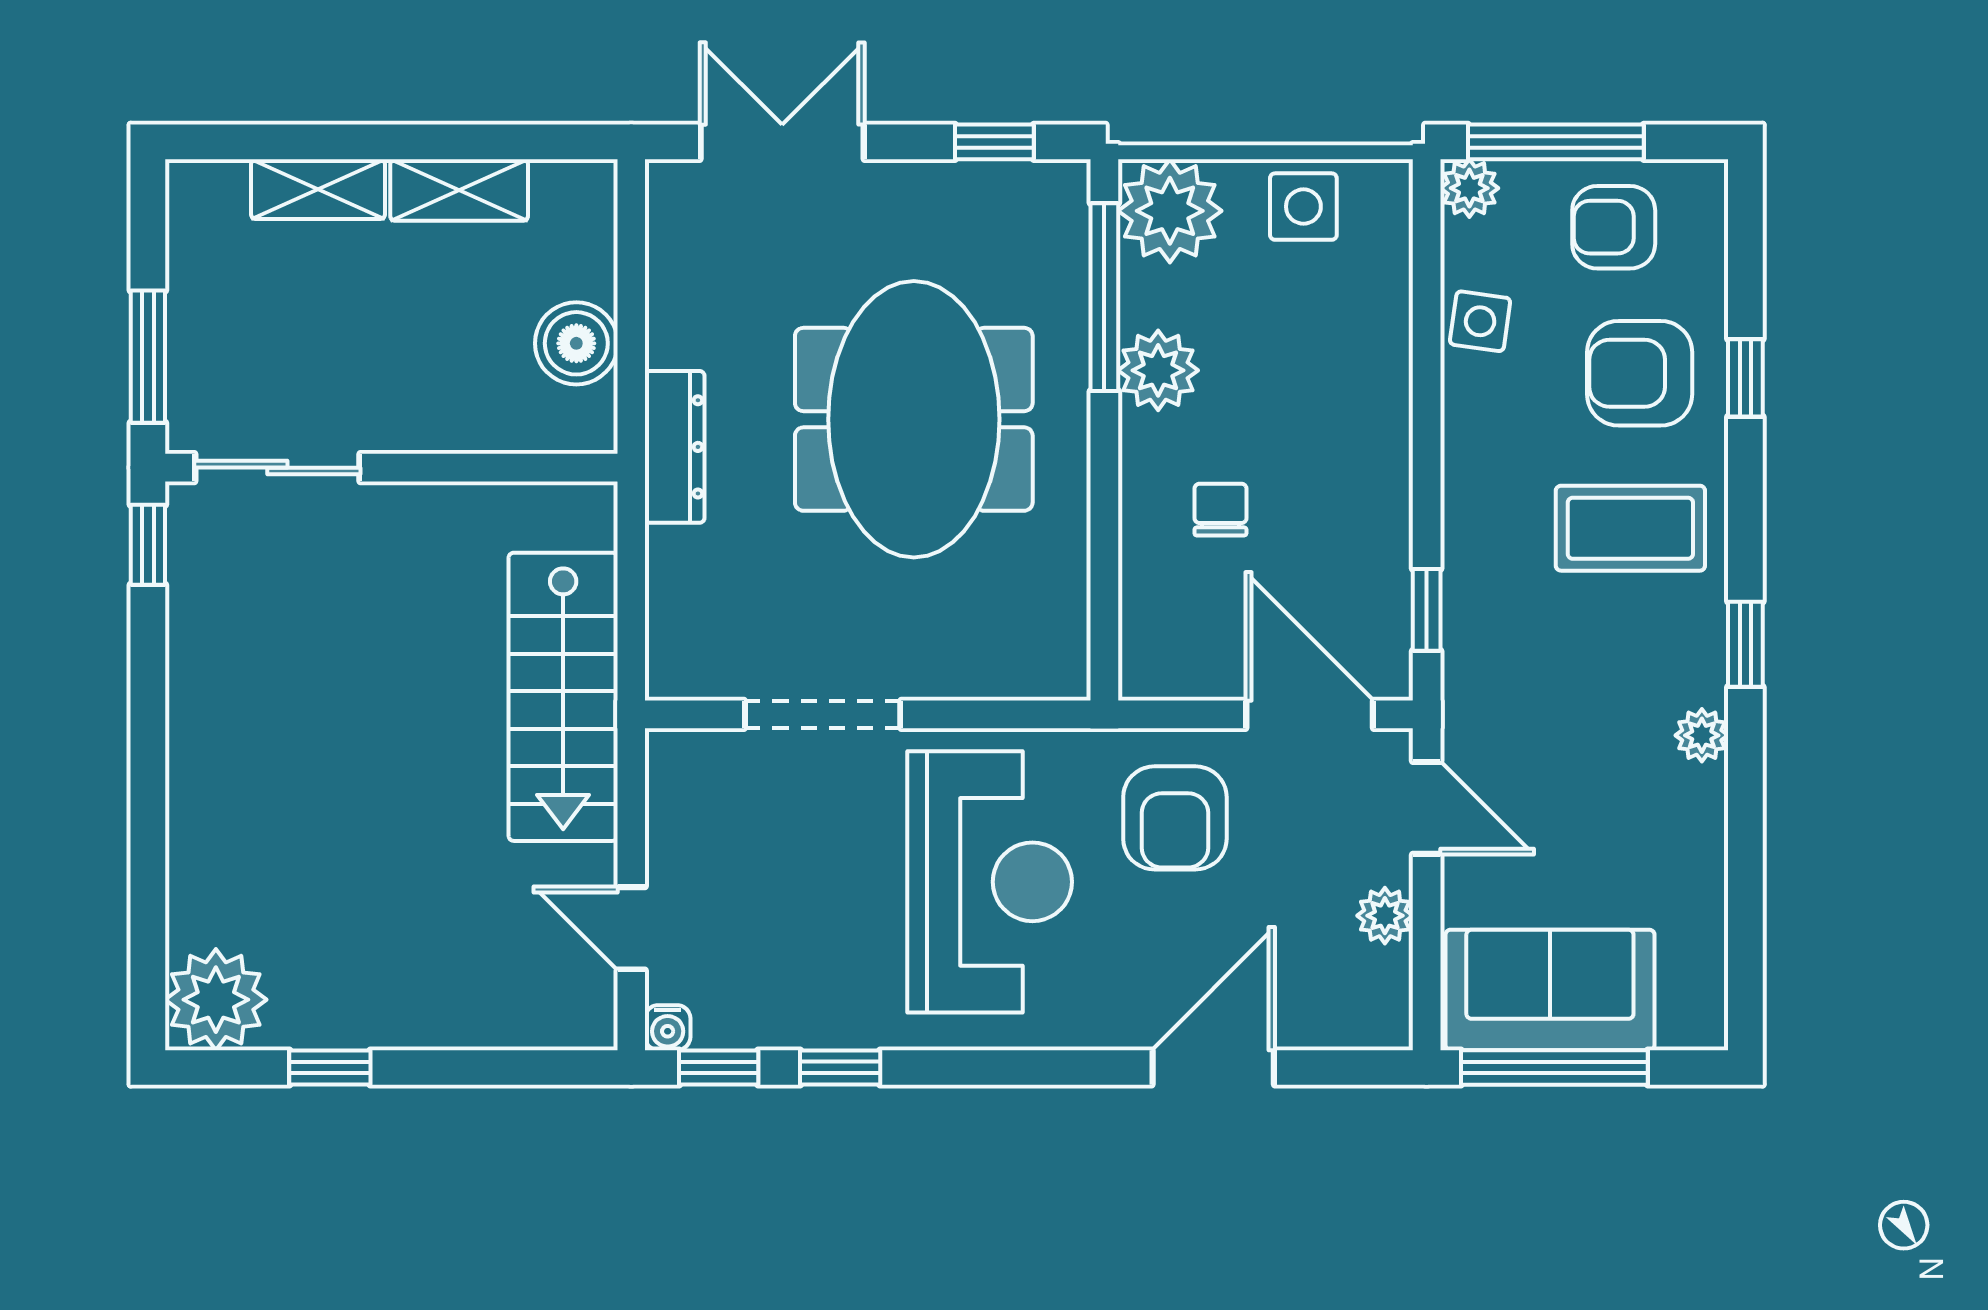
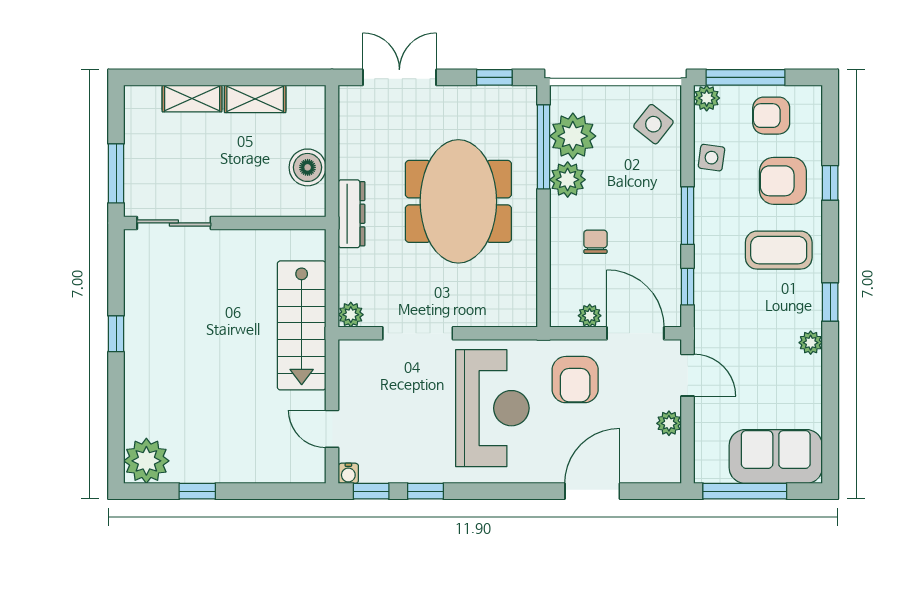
side table: (1303, 207) -> (653, 124), moved, turned 38
plant: (1170, 211) -> (573, 136), moved
window: (1427, 451) -> (688, 216), added
window: (148, 545) -> (116, 334), moved
plant: (673, 673) -> (351, 315), added
plant: (1207, 675) -> (590, 316), added
sofa: (1550, 990) -> (776, 456), moved

